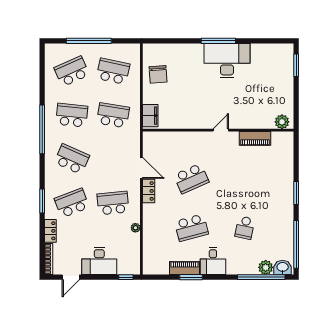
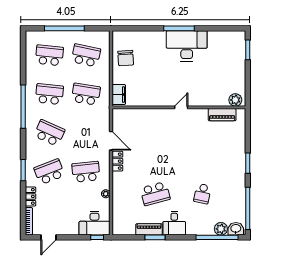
school desk: (72, 71) -> (49, 55), turned 30
piano: (255, 138) -> (222, 115), moved
school desk: (191, 178) -> (155, 150), removed
desk: (99, 261) -> (94, 223), moved

